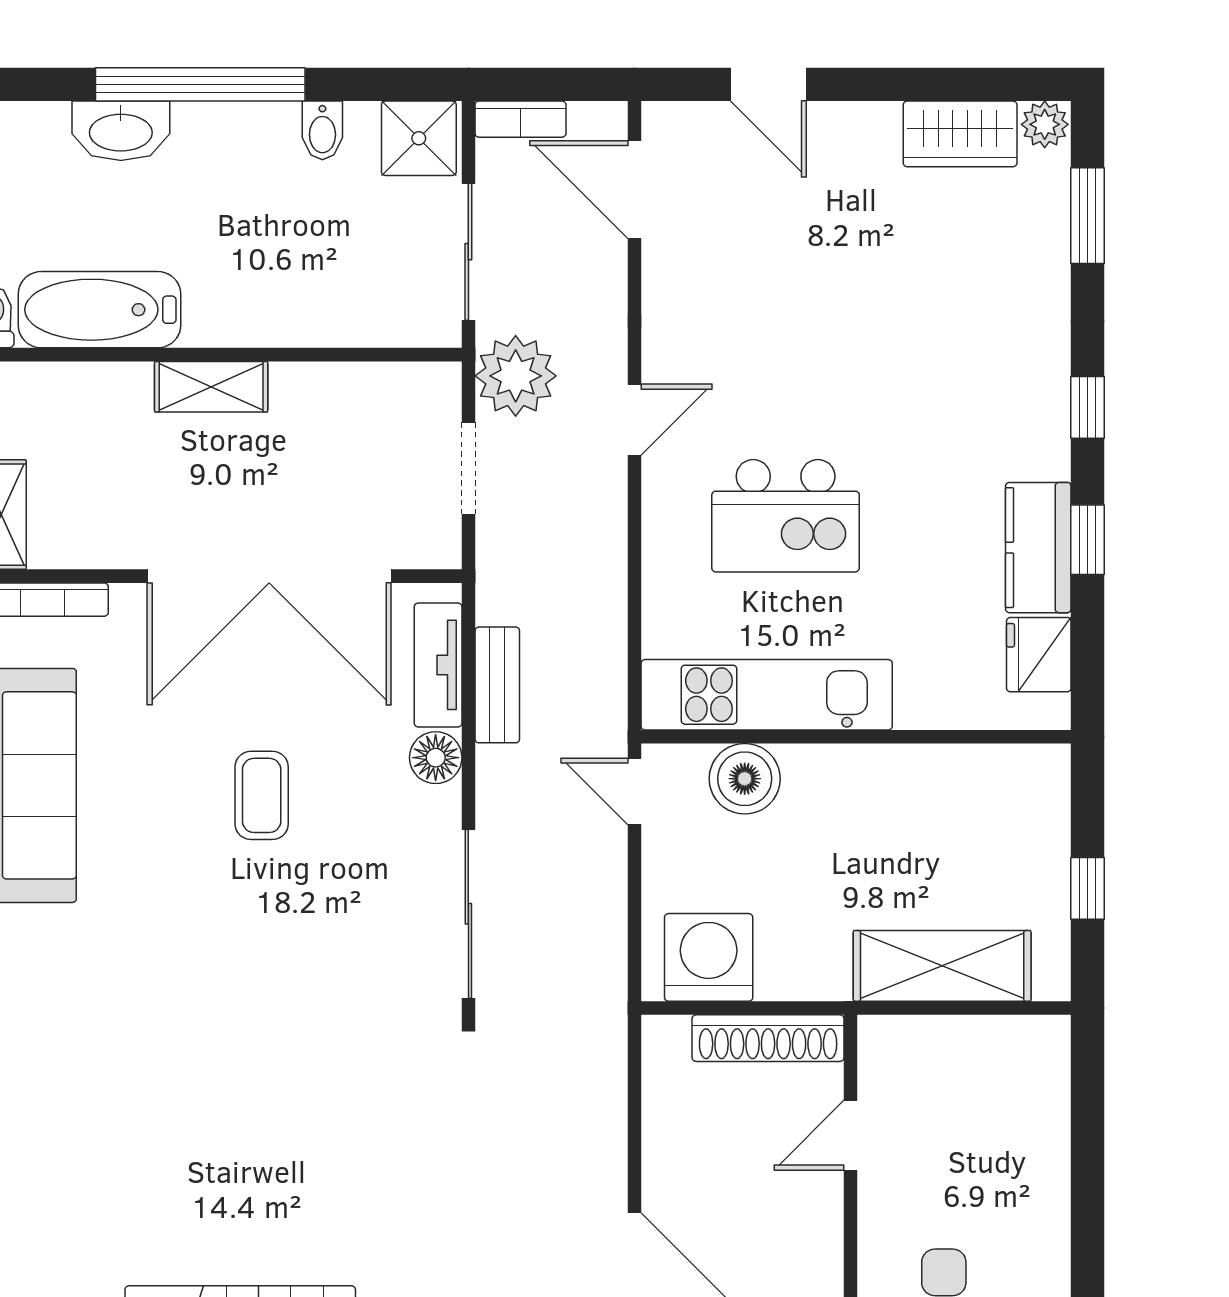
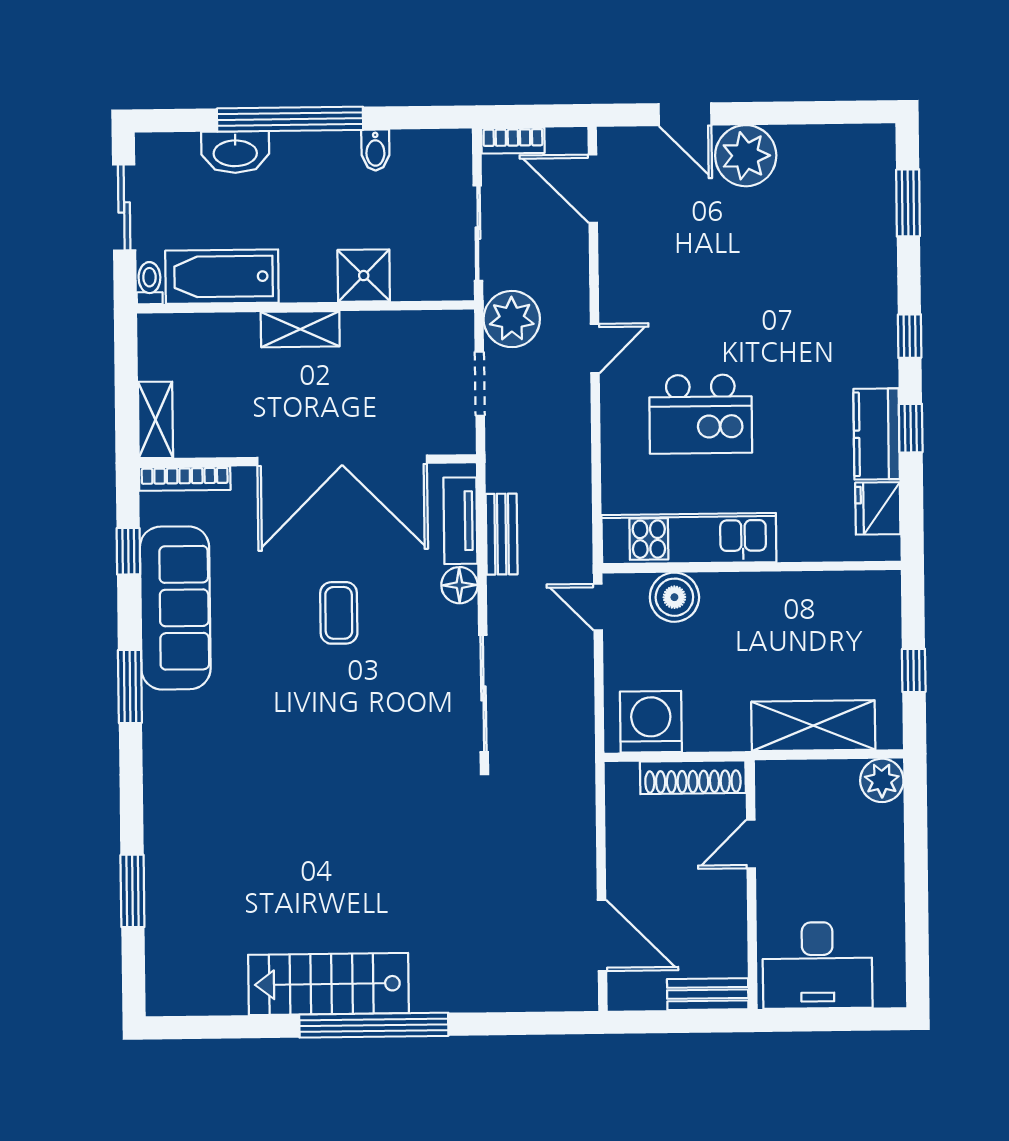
plant: (1045, 124) -> (746, 156), moved, width x1.87, depth x1.87
wardrobe: (960, 134) -> (819, 147), removed
shower: (419, 138) -> (364, 276), moved
plant: (1040, 1046) -> (882, 780), added

